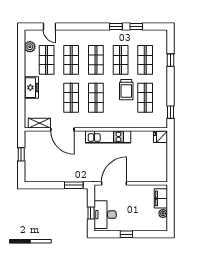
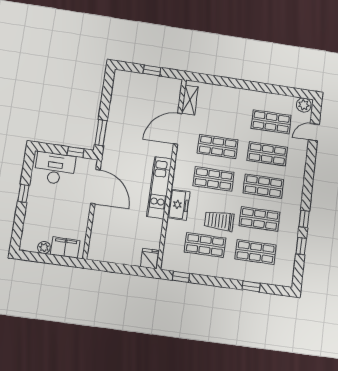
plant: (30, 47) -> (304, 105), moved
freezer: (31, 88) -> (179, 205), moved, turned -90
window: (91, 213) -> (76, 152), moved

